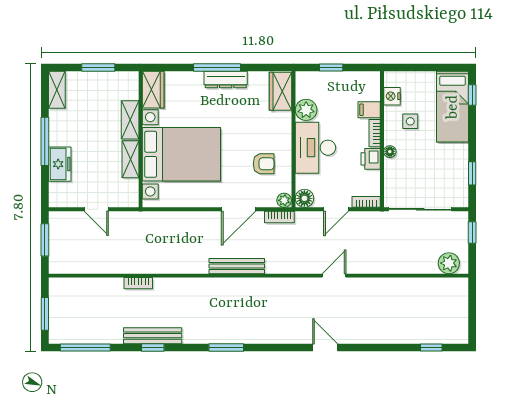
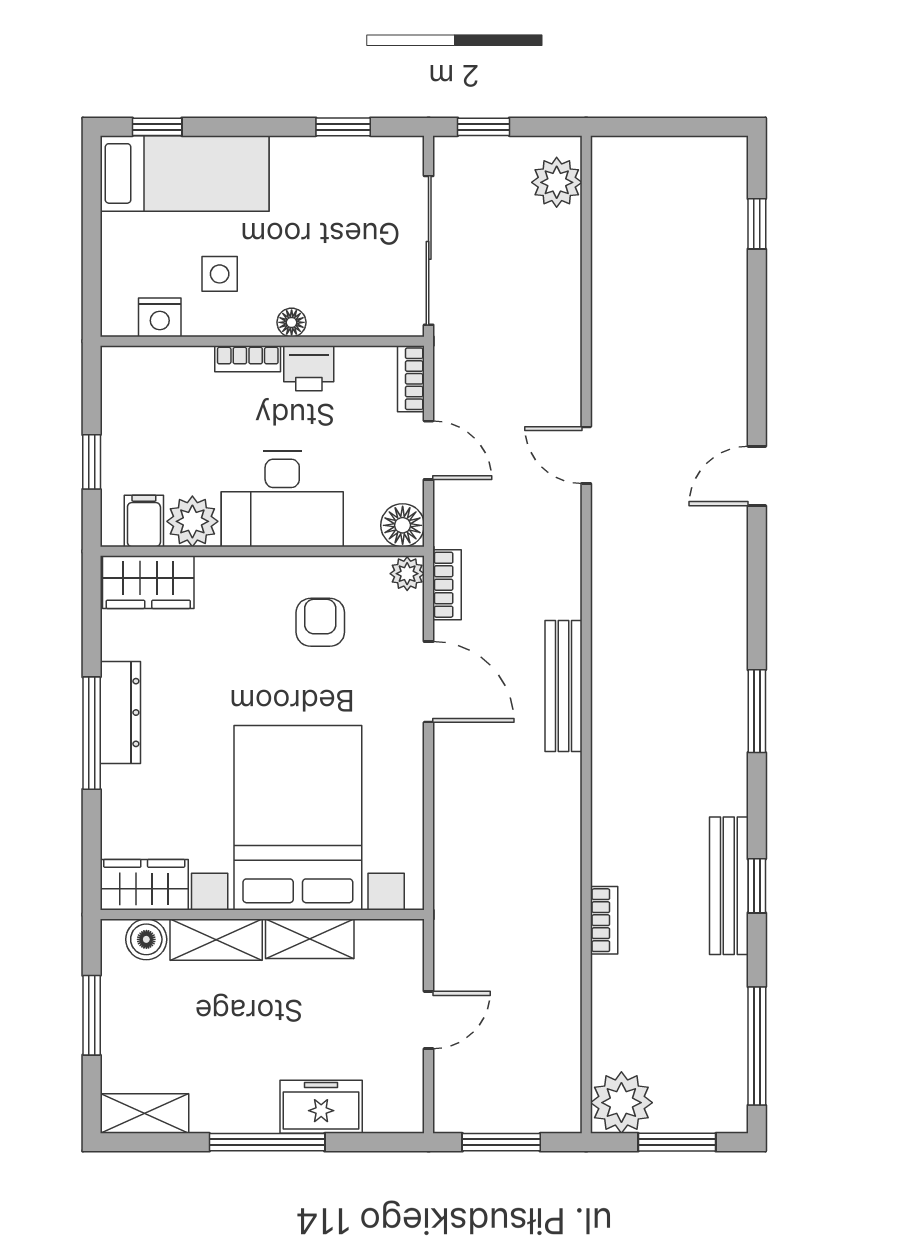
boiler: (130, 90) -> (146, 939), added
filing cabinet: (369, 110) -> (144, 521), moved, turned 180
plant: (62, 290) -> (621, 1103), added

